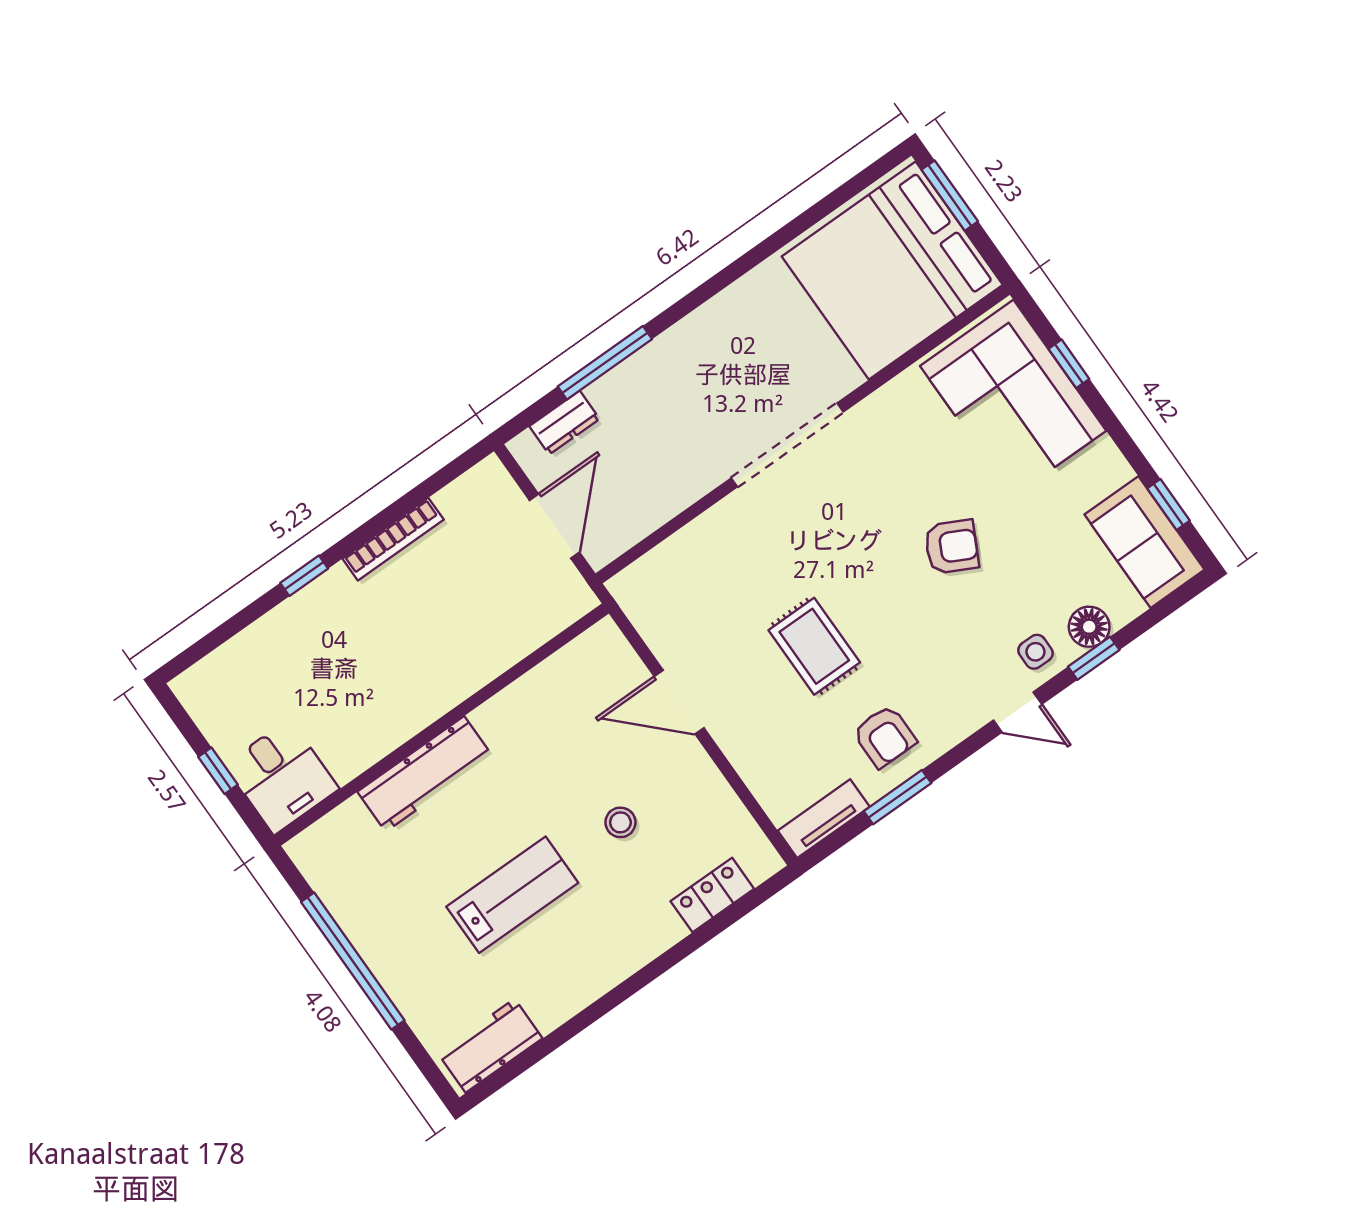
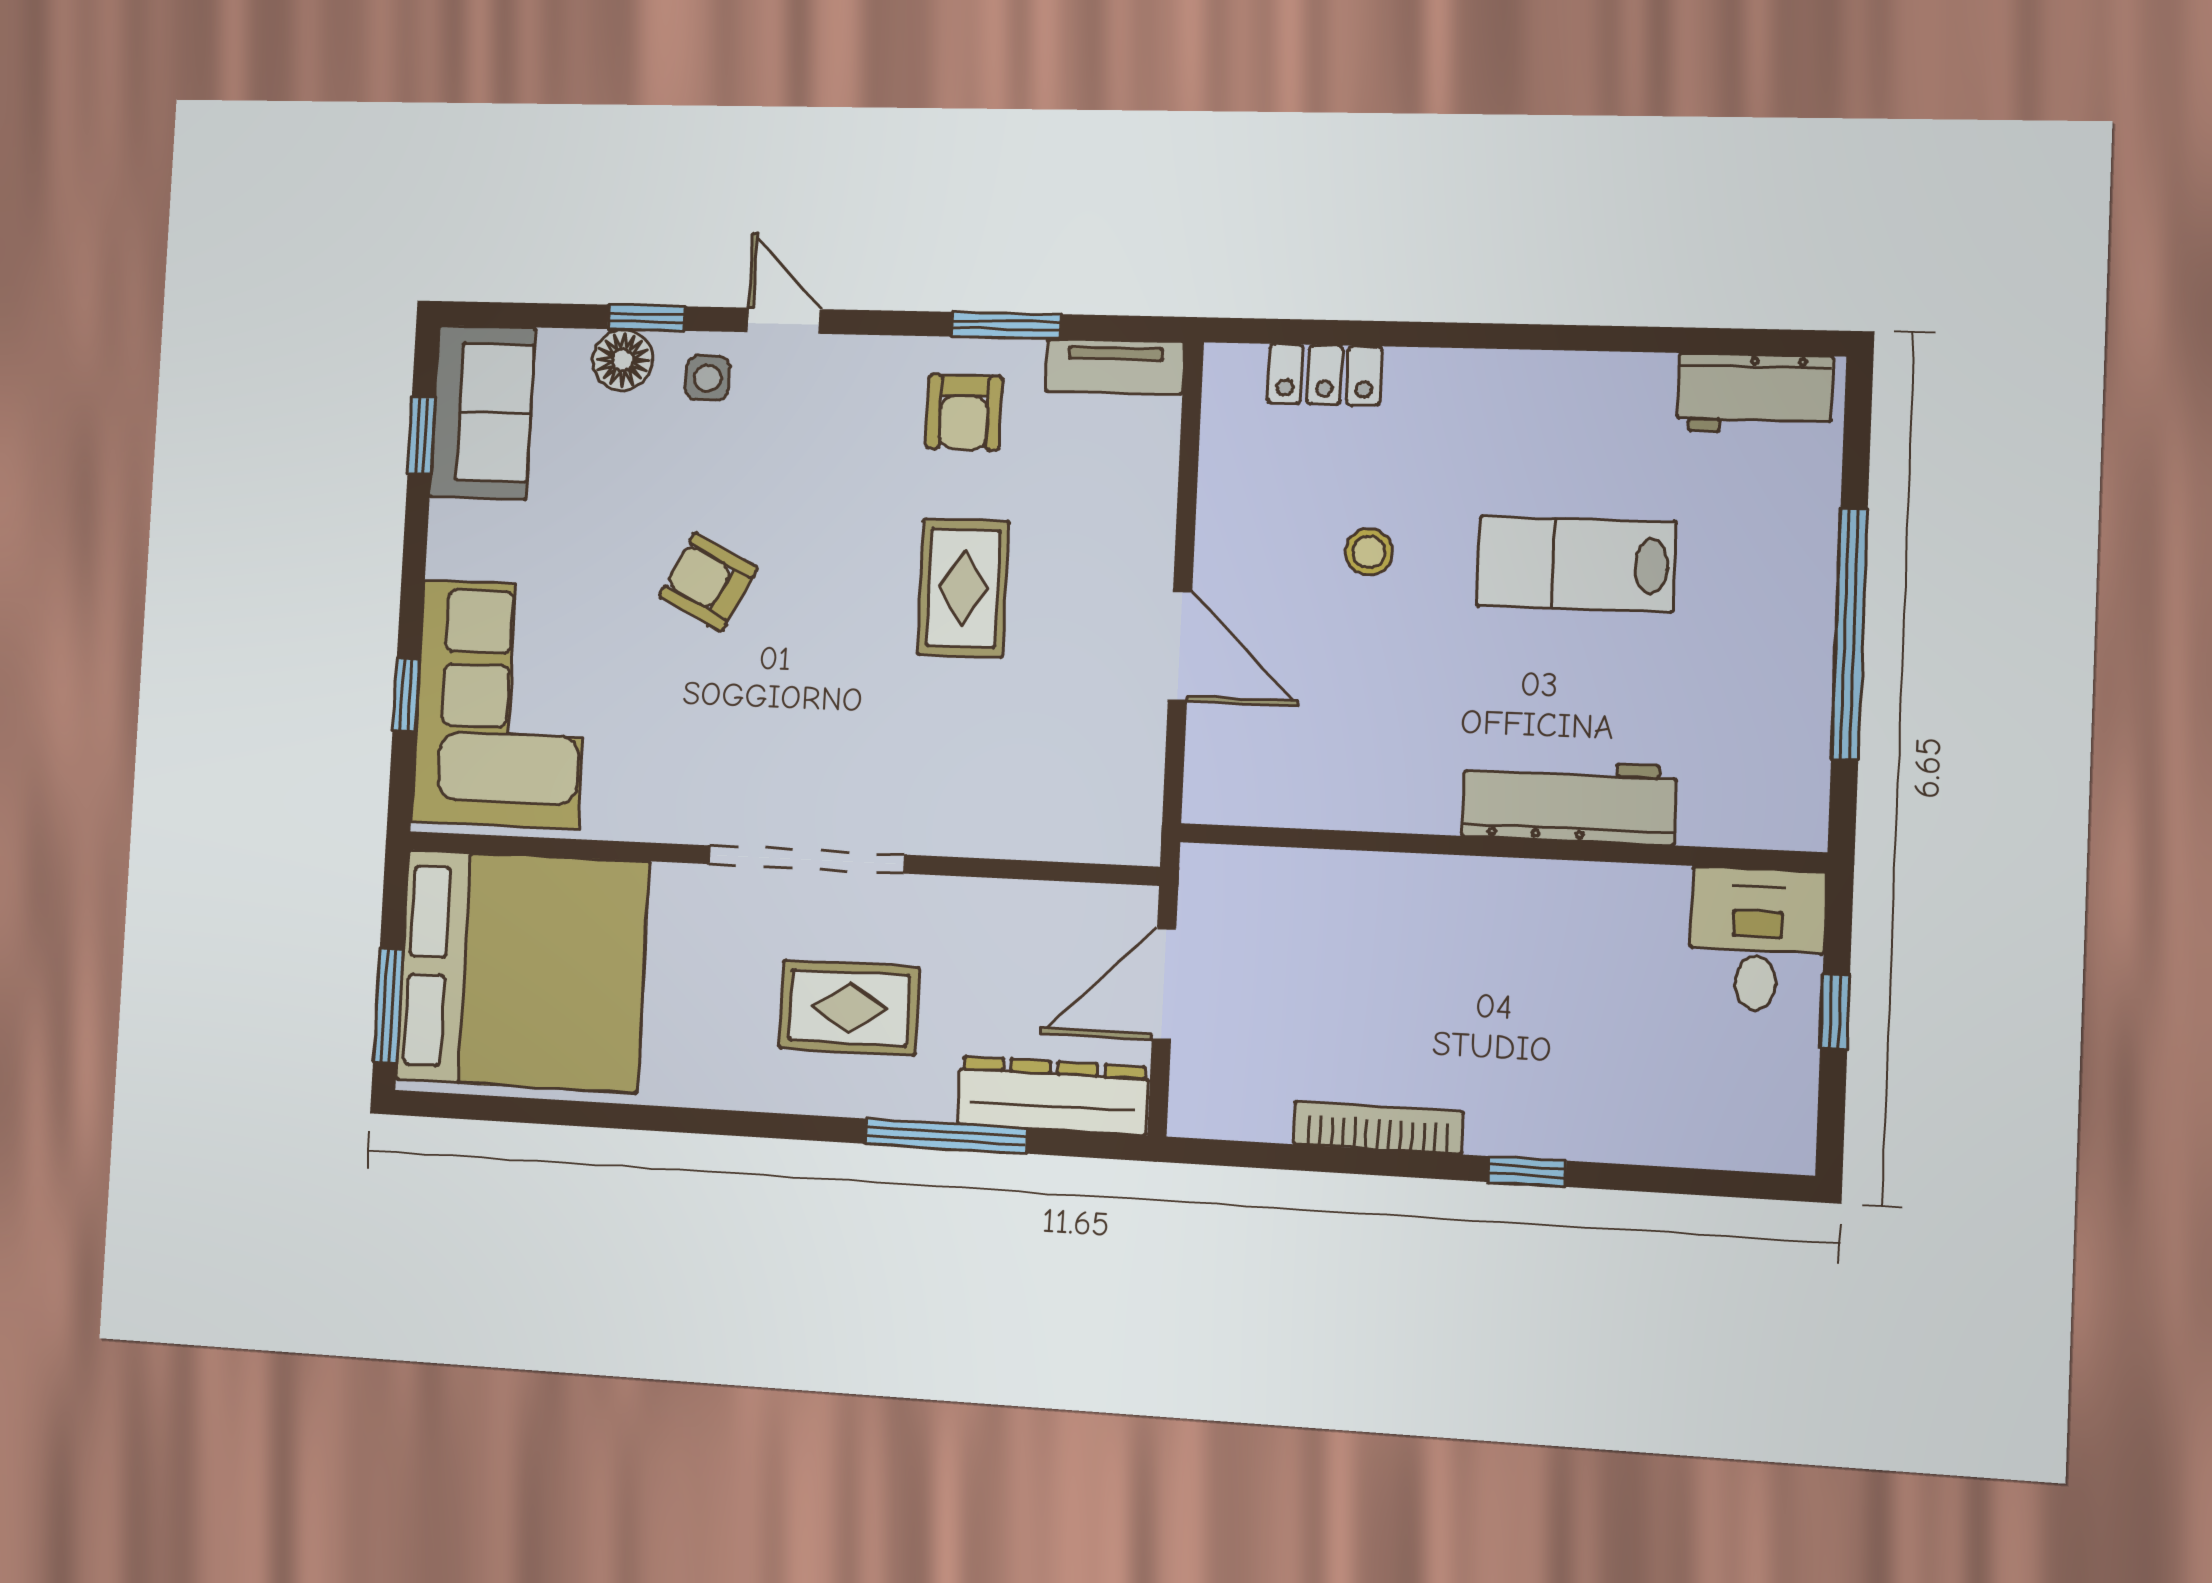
rug: (706, 388) -> (849, 1008), added
dresser: (565, 423) -> (1053, 1096), width x1.96, depth x1.24
armchair: (884, 736) -> (964, 412), turned 180

